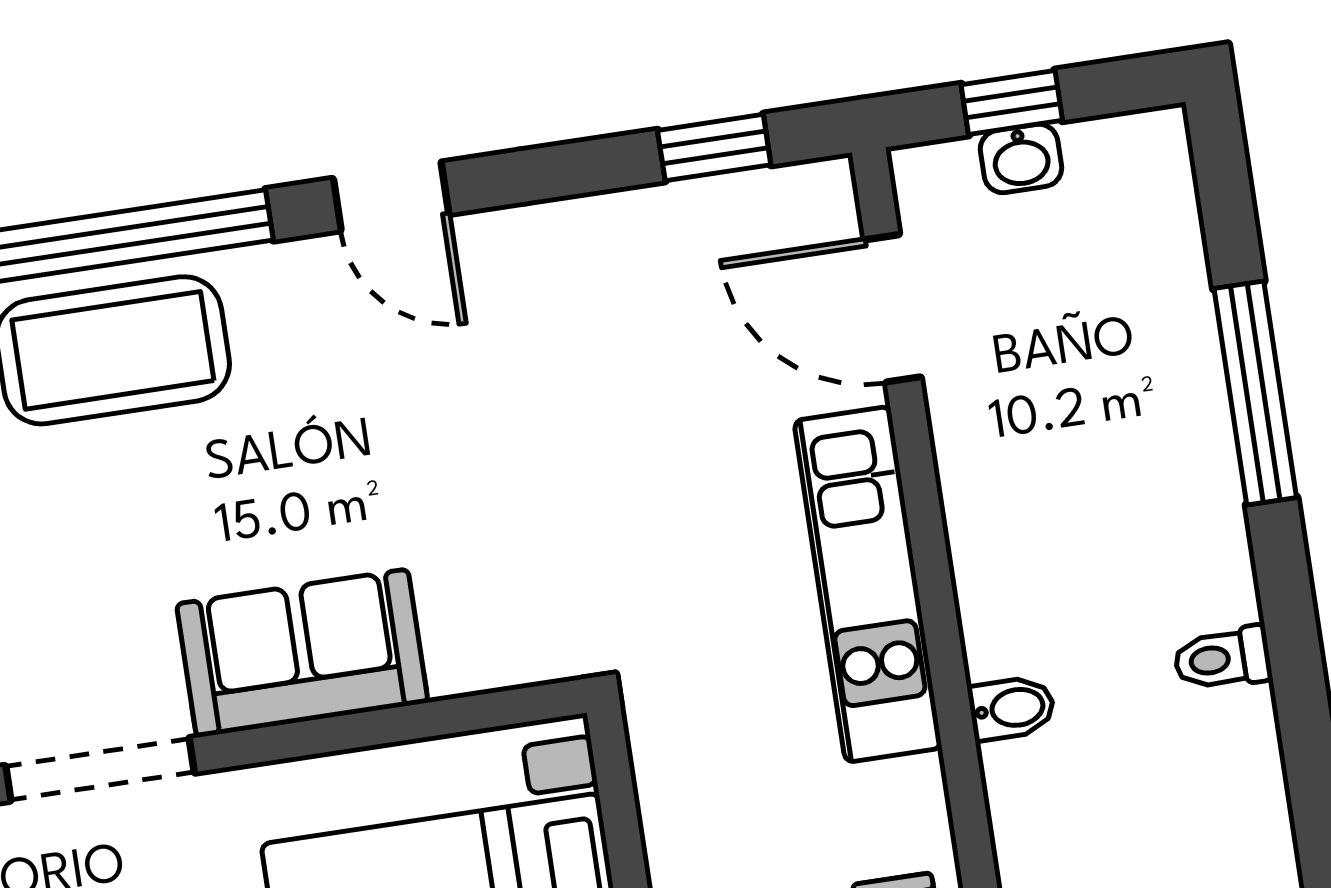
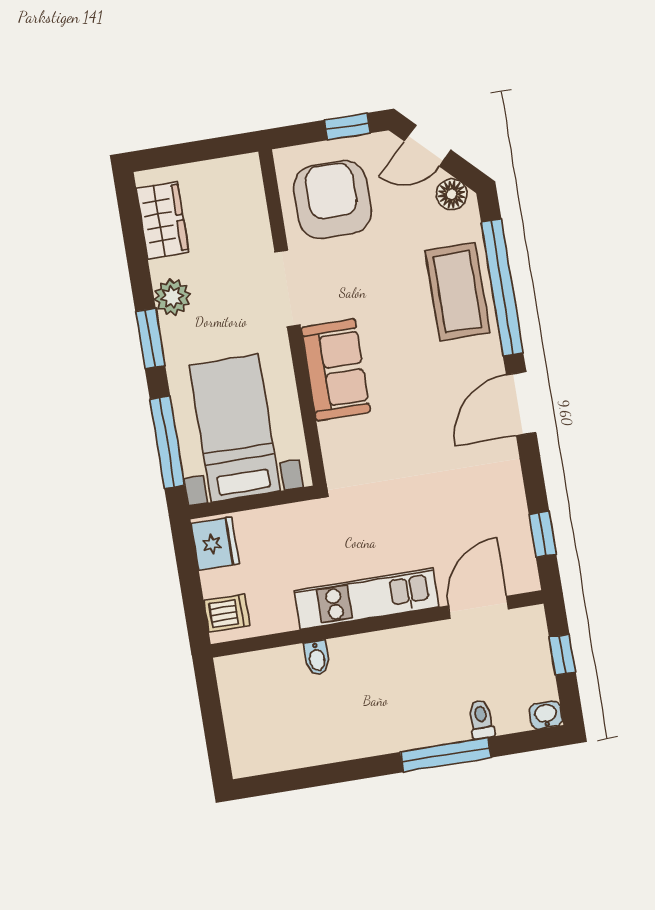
washbasin: (1021, 159) -> (546, 715), moved, turned 90
door: (391, 196) -> (521, 404), width x1.38
toilet: (1223, 659) -> (481, 719), moved

